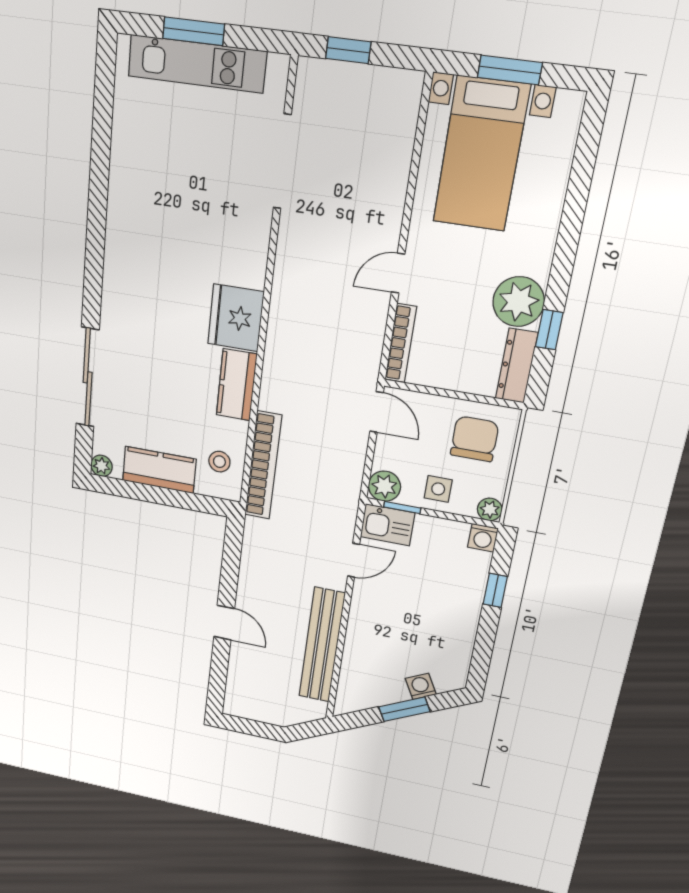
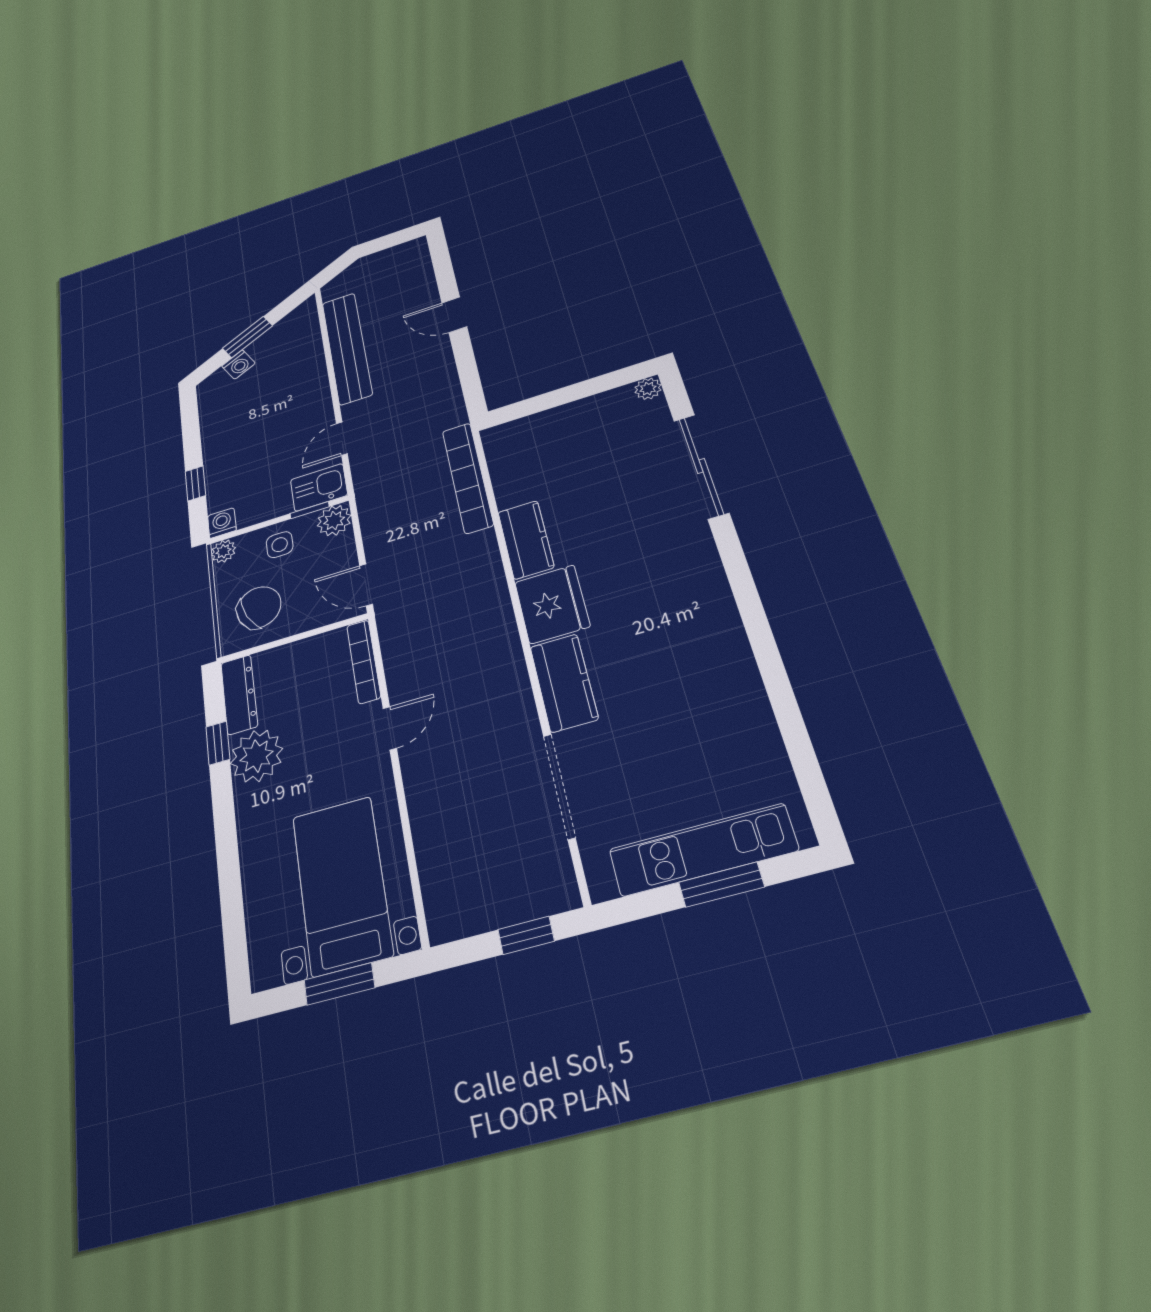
chair: (475, 439) -> (259, 607), turned -114
stool: (219, 462) -> (516, 458), removed
kitchen counter: (159, 470) -> (564, 683), moved, turned -90

